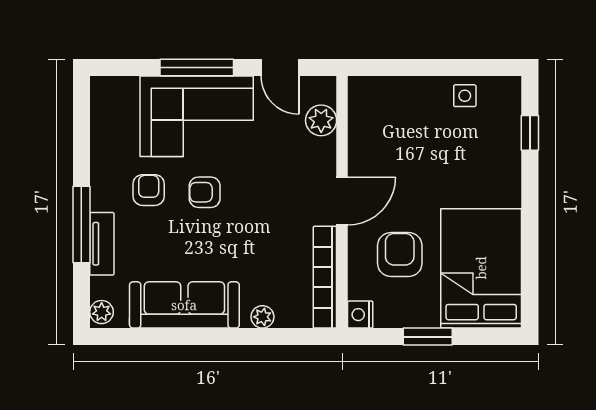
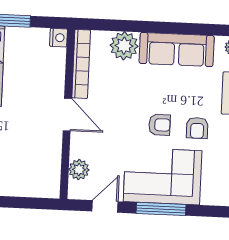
door: (280, 68) -> (105, 206), hinge flipped
door: (342, 201) -> (67, 115), swing flipped
armchair: (400, 255) -> (30, 77), removed
plant: (262, 317) -> (124, 46), width x1.88, depth x1.88

